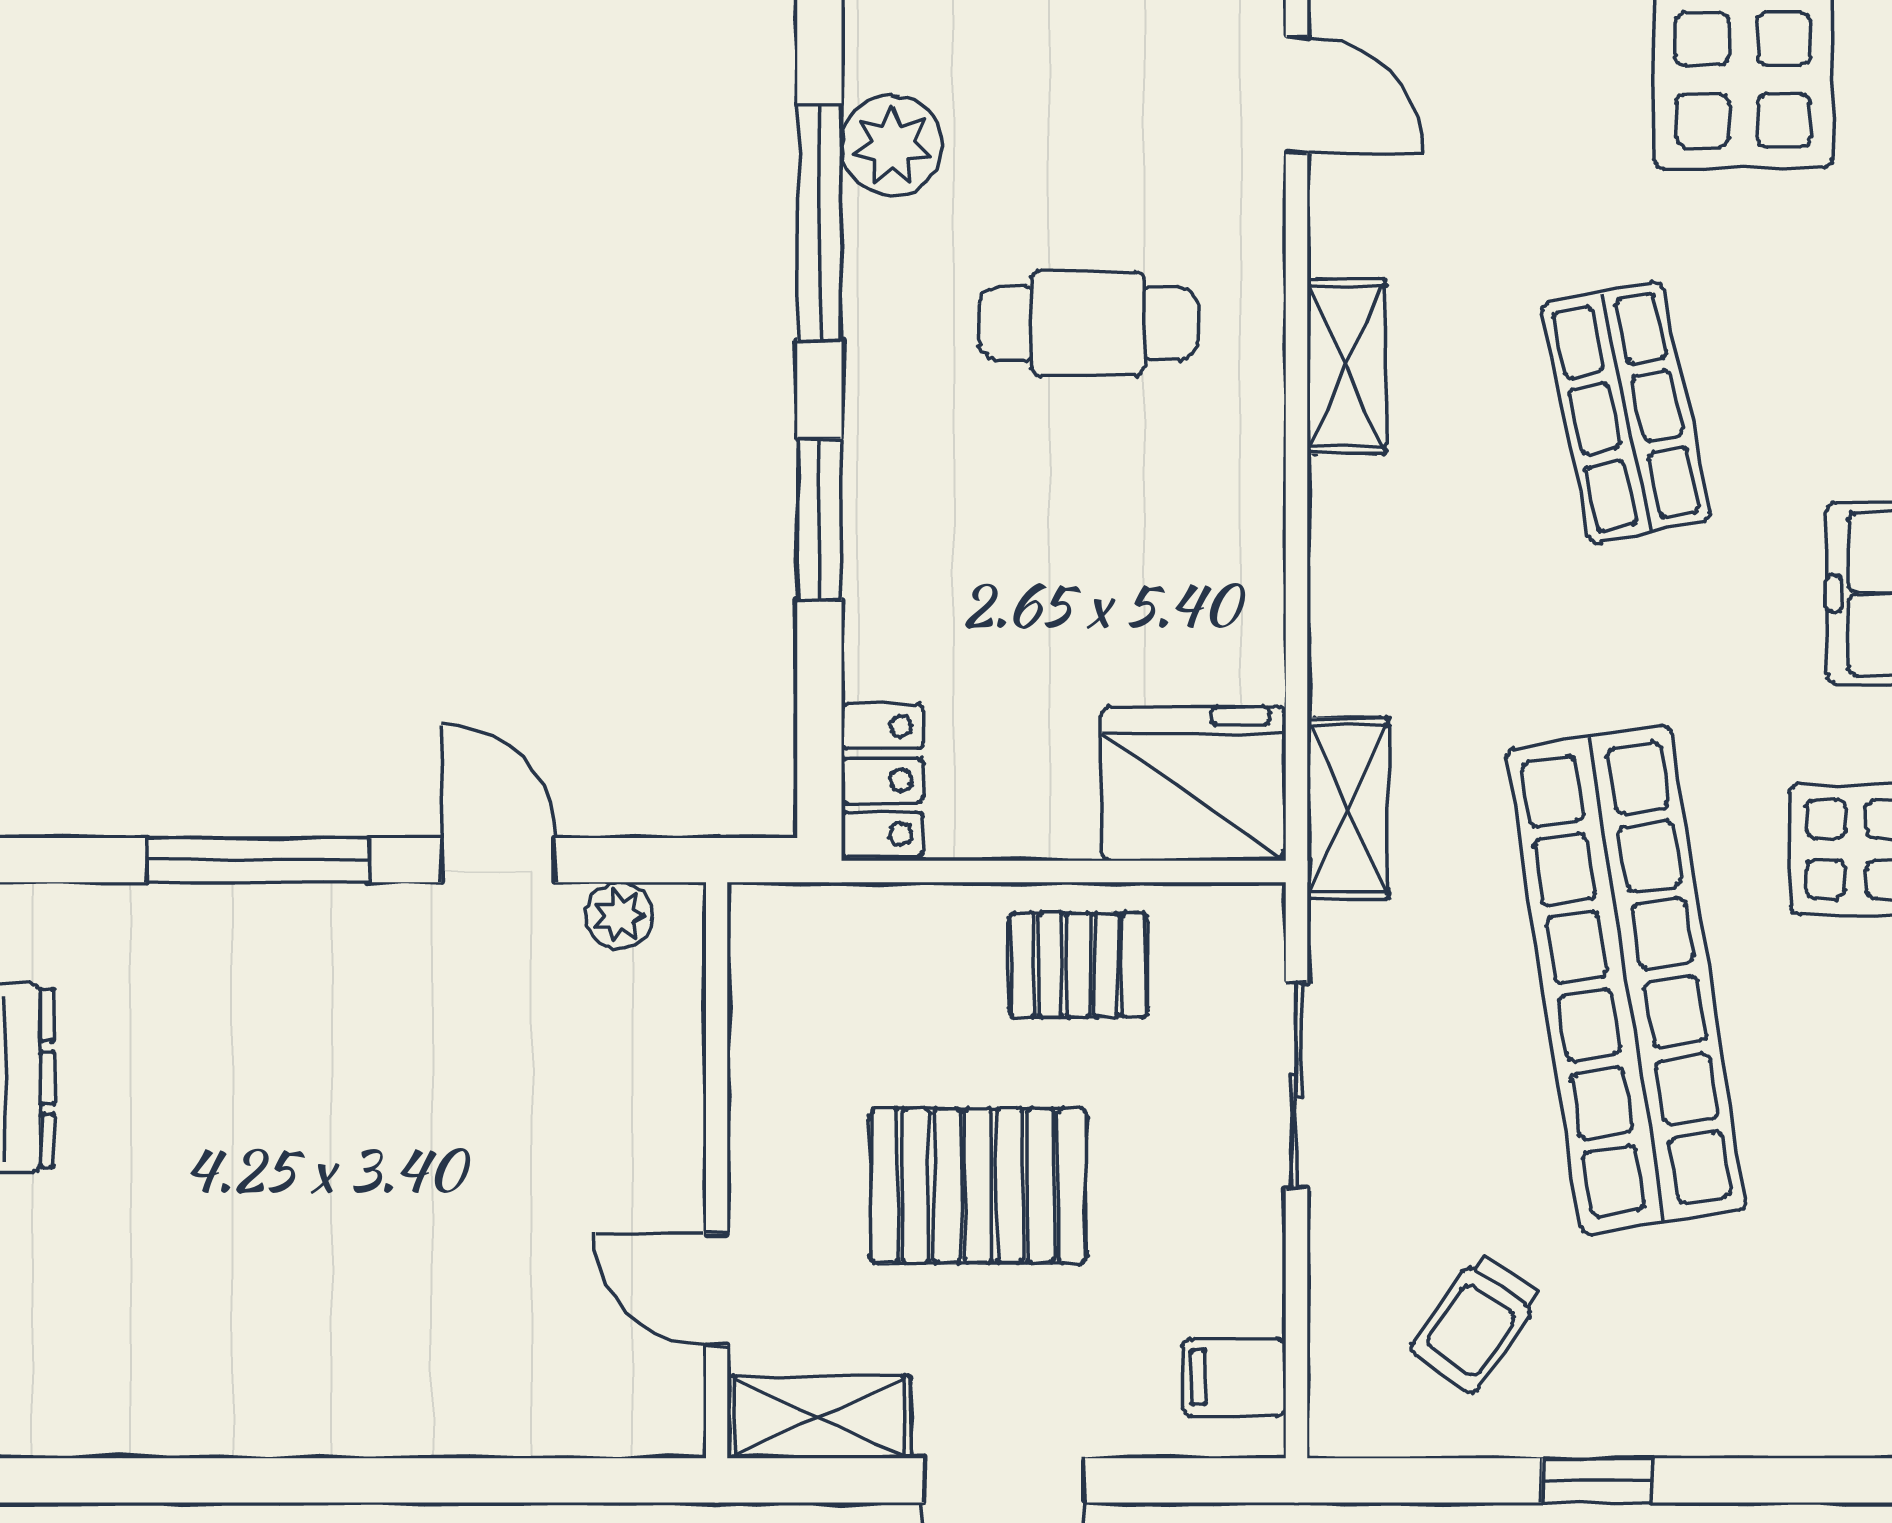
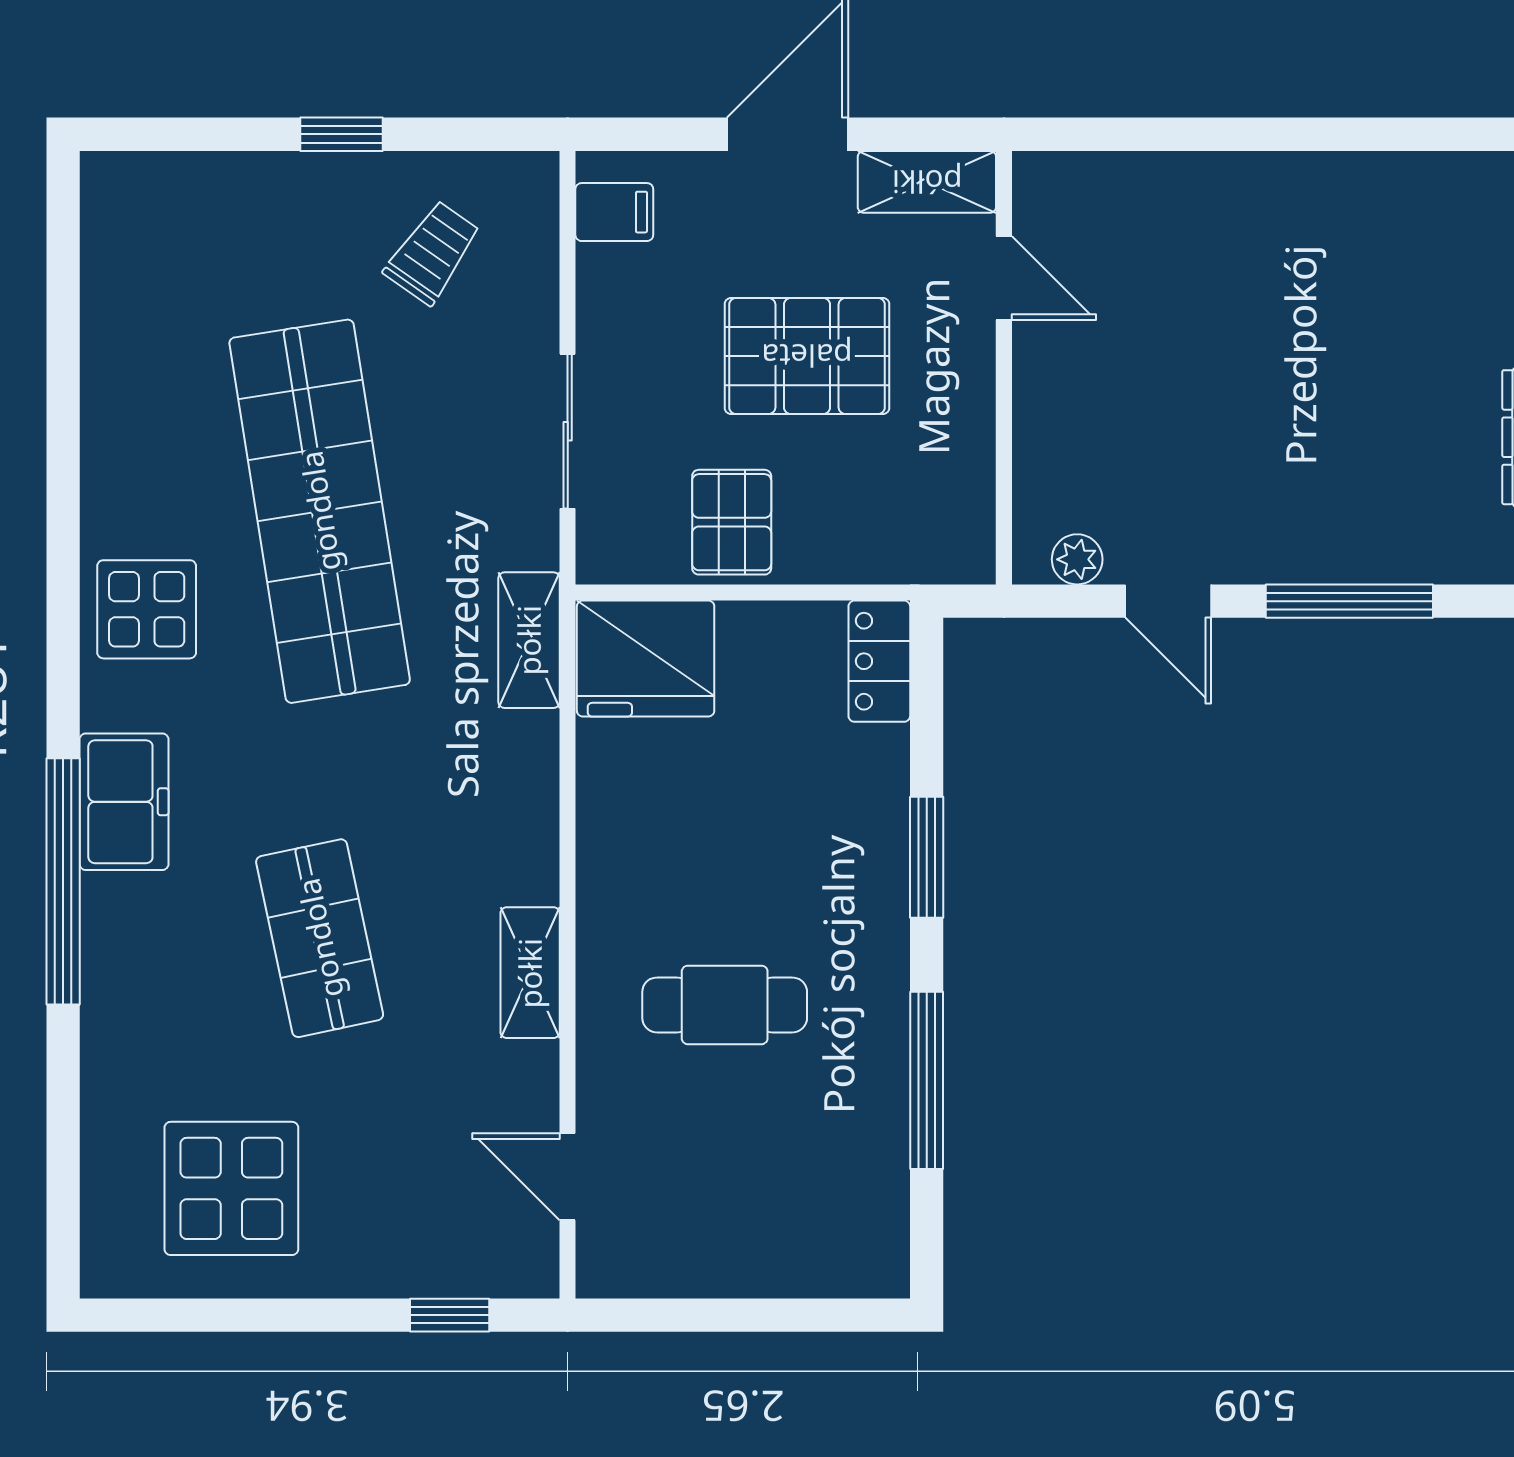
plant: (892, 146) -> (872, 1139), removed
pallet: (1078, 965) -> (732, 522), turned 90

